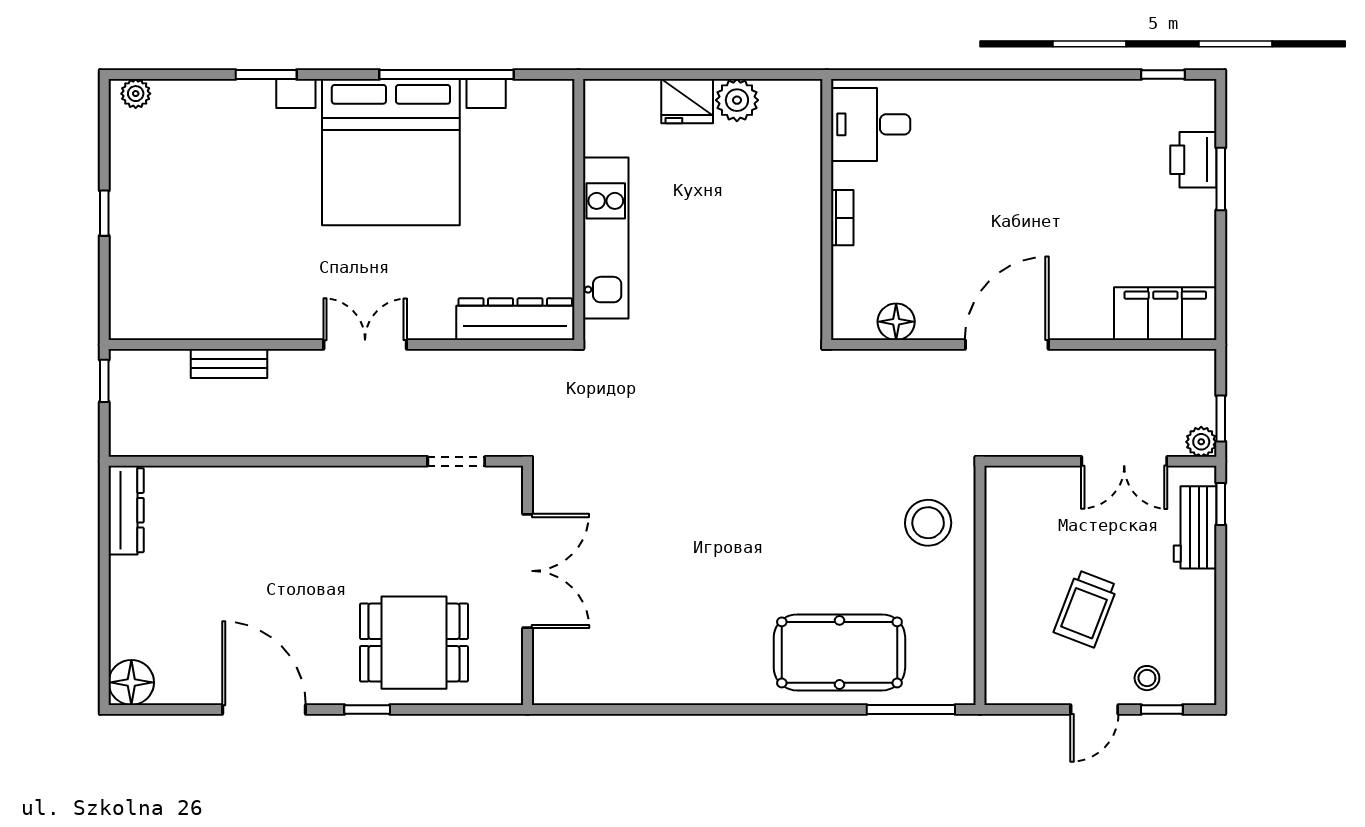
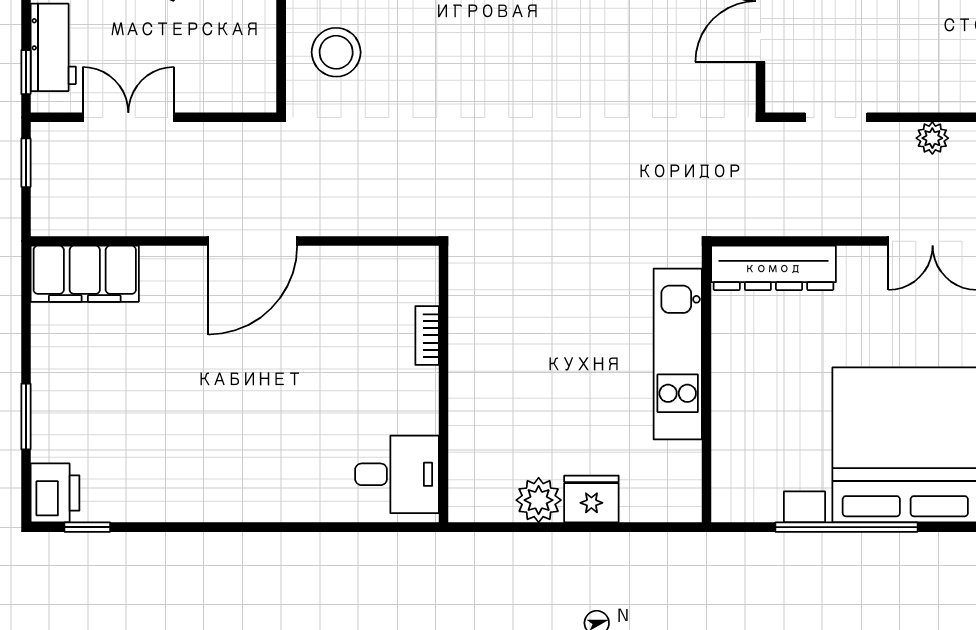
printer: (1193, 160) -> (55, 493), moved
bookcase: (842, 218) -> (427, 335), moved
floor lamp: (896, 322) -> (370, 265), removed
plant: (1201, 442) -> (932, 138), moved

